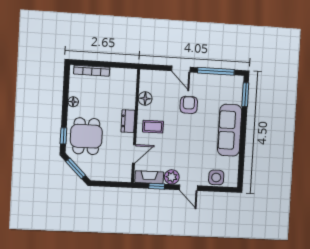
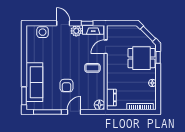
door: (181, 69) -> (74, 112), hinge flipped
floor lamp: (145, 99) -> (99, 105), moved
dresser: (128, 121) -> (111, 97), moved
sofa: (230, 130) -> (34, 82), moved
dining table: (86, 136) -> (141, 58), turned 90

